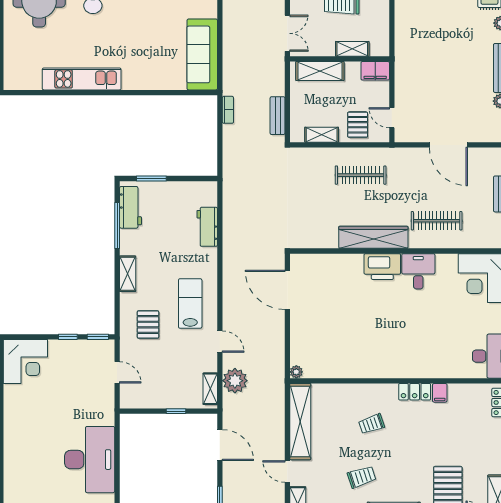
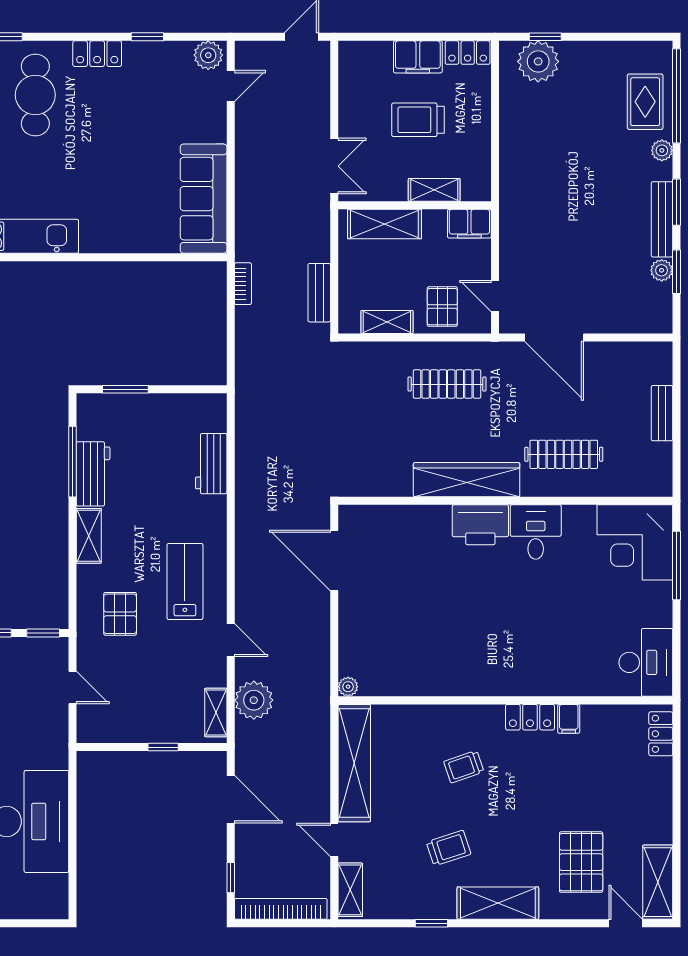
door: (448, 145) -> (554, 338), moved
workbench: (130, 207) -> (93, 474), moved

